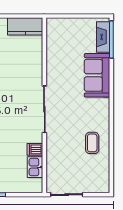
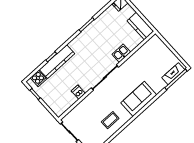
sofa: (97, 75) -> (139, 99), moved
kitchen sink: (35, 167) -> (121, 53), moved

